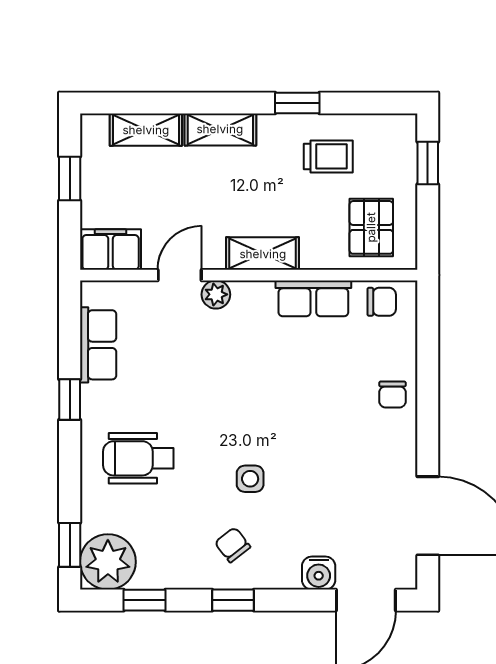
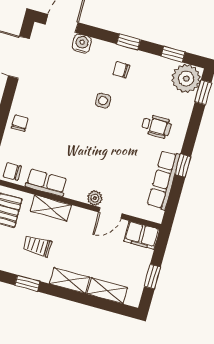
trolley: (328, 156) -> (37, 246), moved
shelving: (263, 254) -> (51, 208), moved
row of seats: (98, 345) -> (164, 180), width x1.48
wheelchair: (138, 458) -> (156, 126), width x0.73, depth x0.73
chair: (233, 545) -> (121, 70), turned 128

